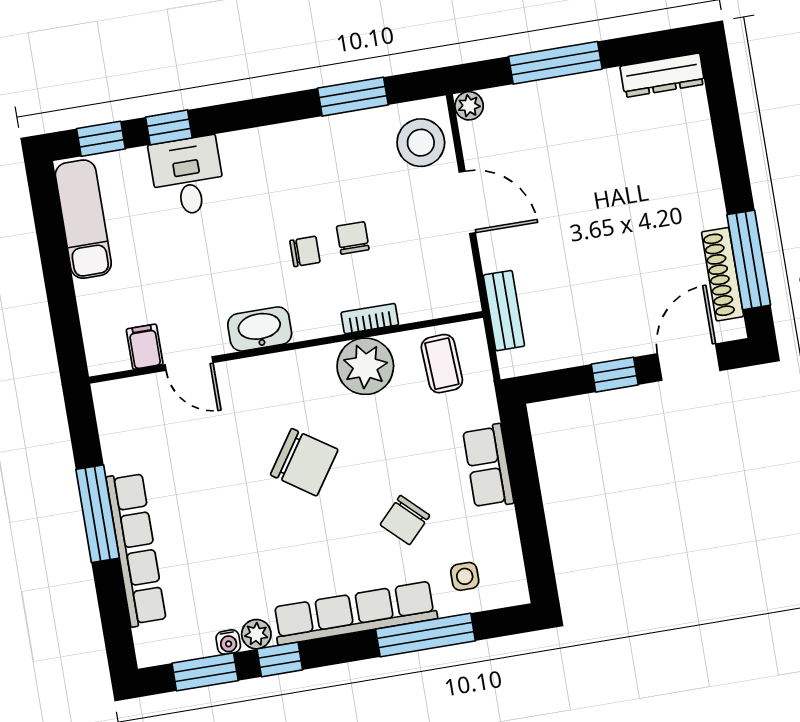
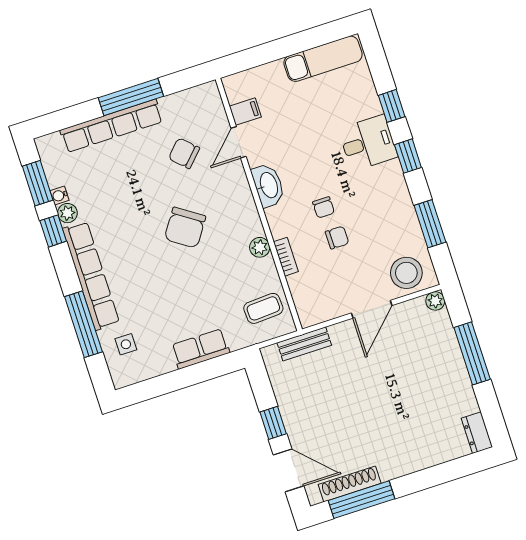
dresser: (662, 75) -> (477, 433), width x0.70
window: (101, 139) -> (408, 156), moved
desk: (187, 176) -> (368, 143), moved
plant: (365, 366) -> (260, 247), width x0.53, depth x0.53
chair: (405, 520) -> (184, 153), moved

